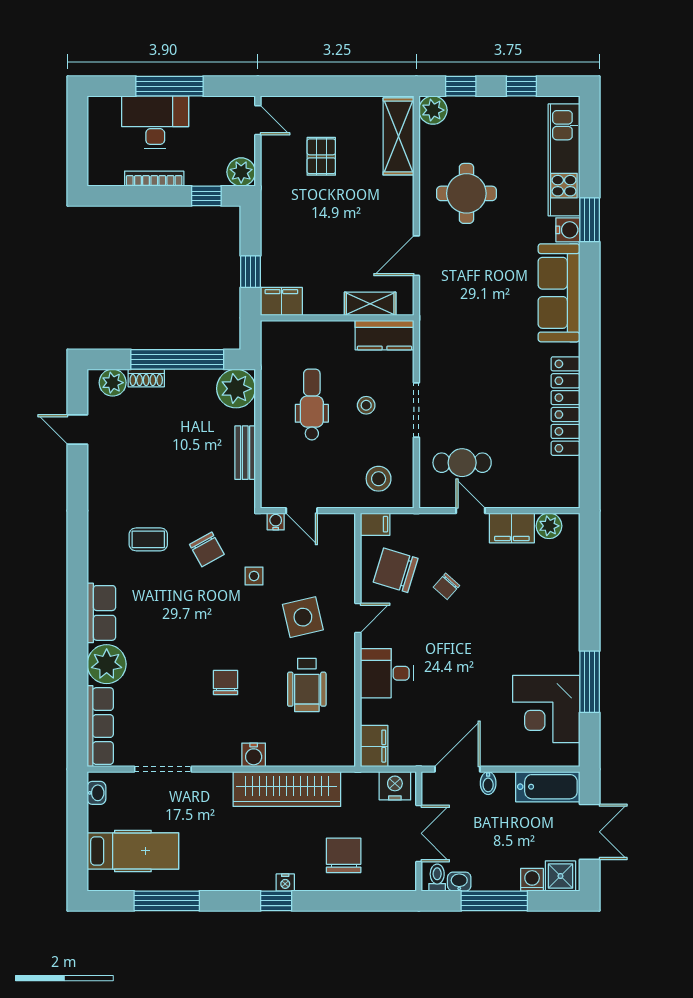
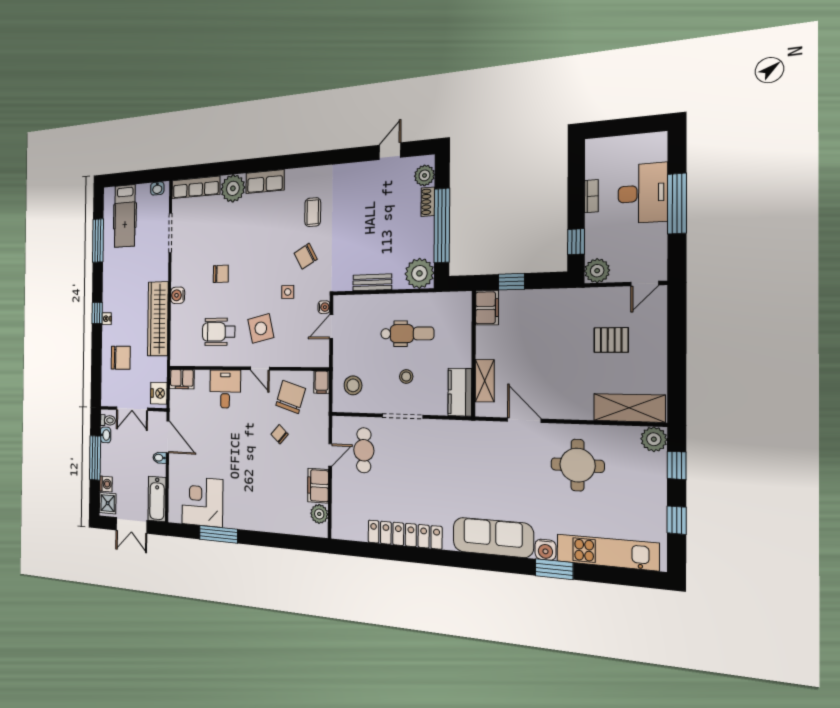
bookcase: (154, 179) -> (591, 196), width x0.64

